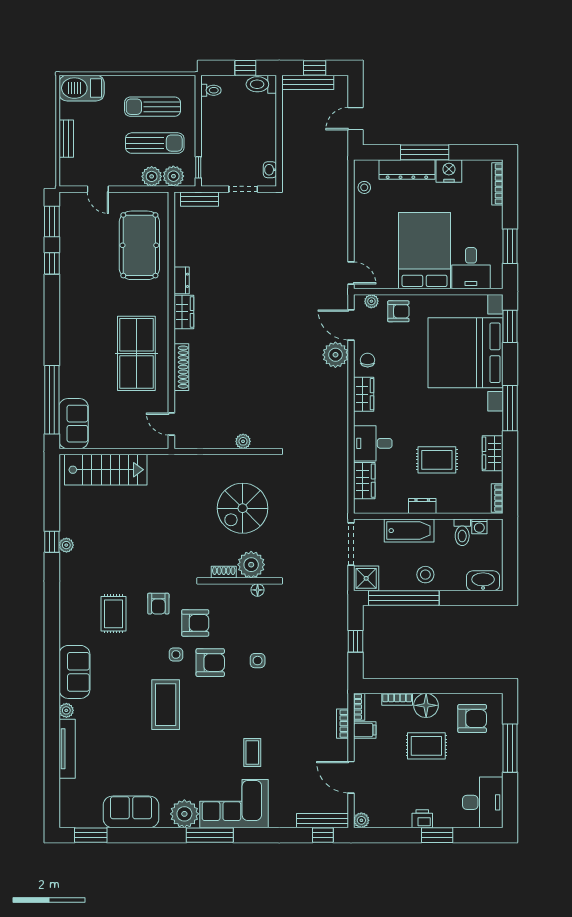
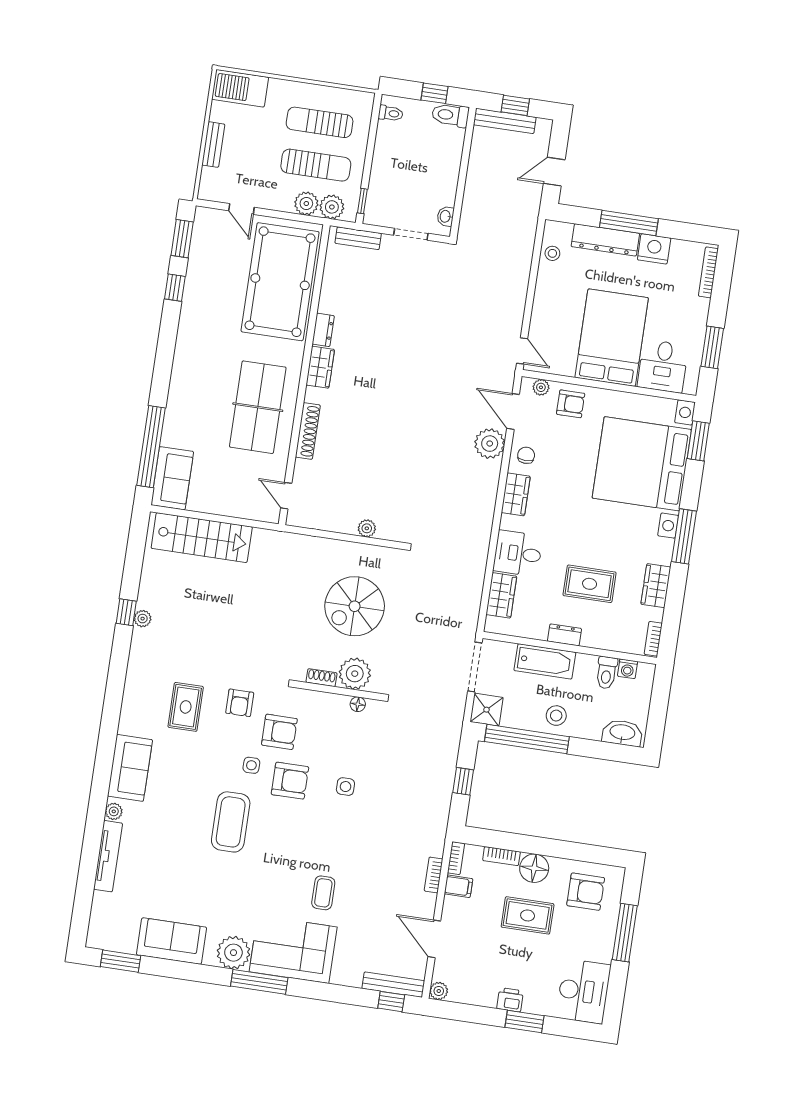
pool table: (139, 245) -> (280, 282), width x1.36, depth x1.32

